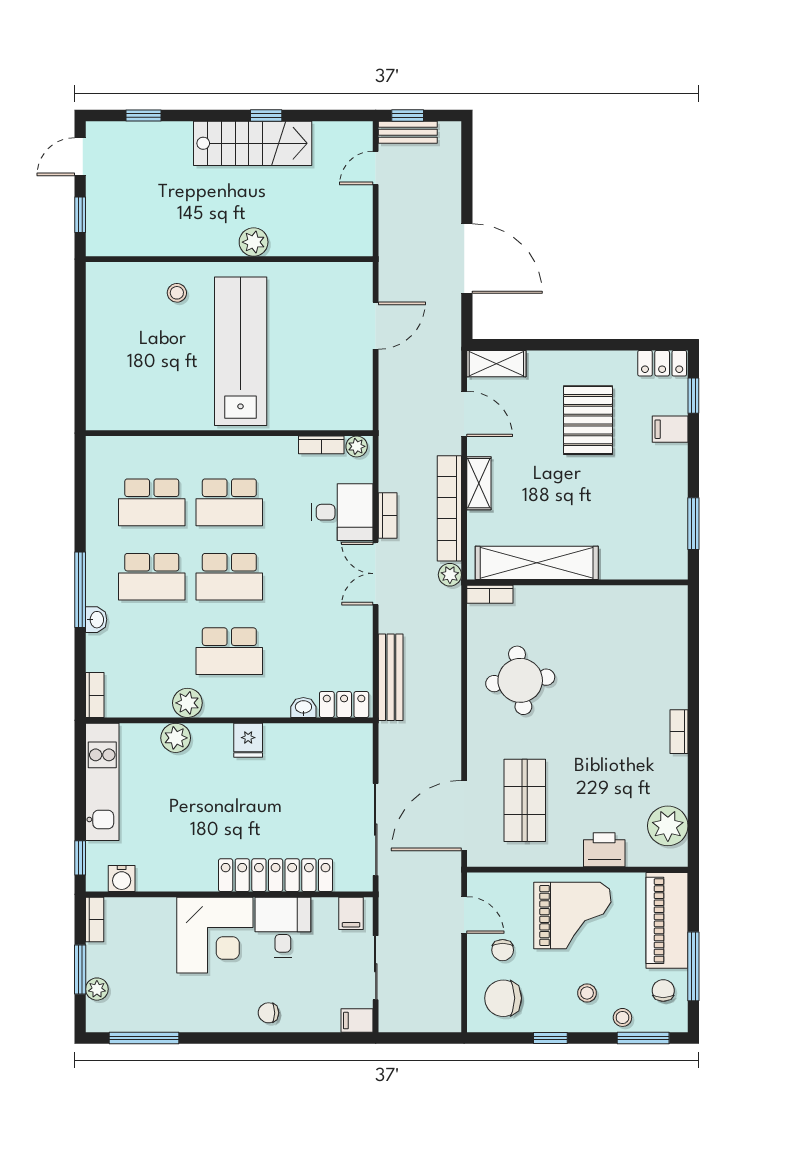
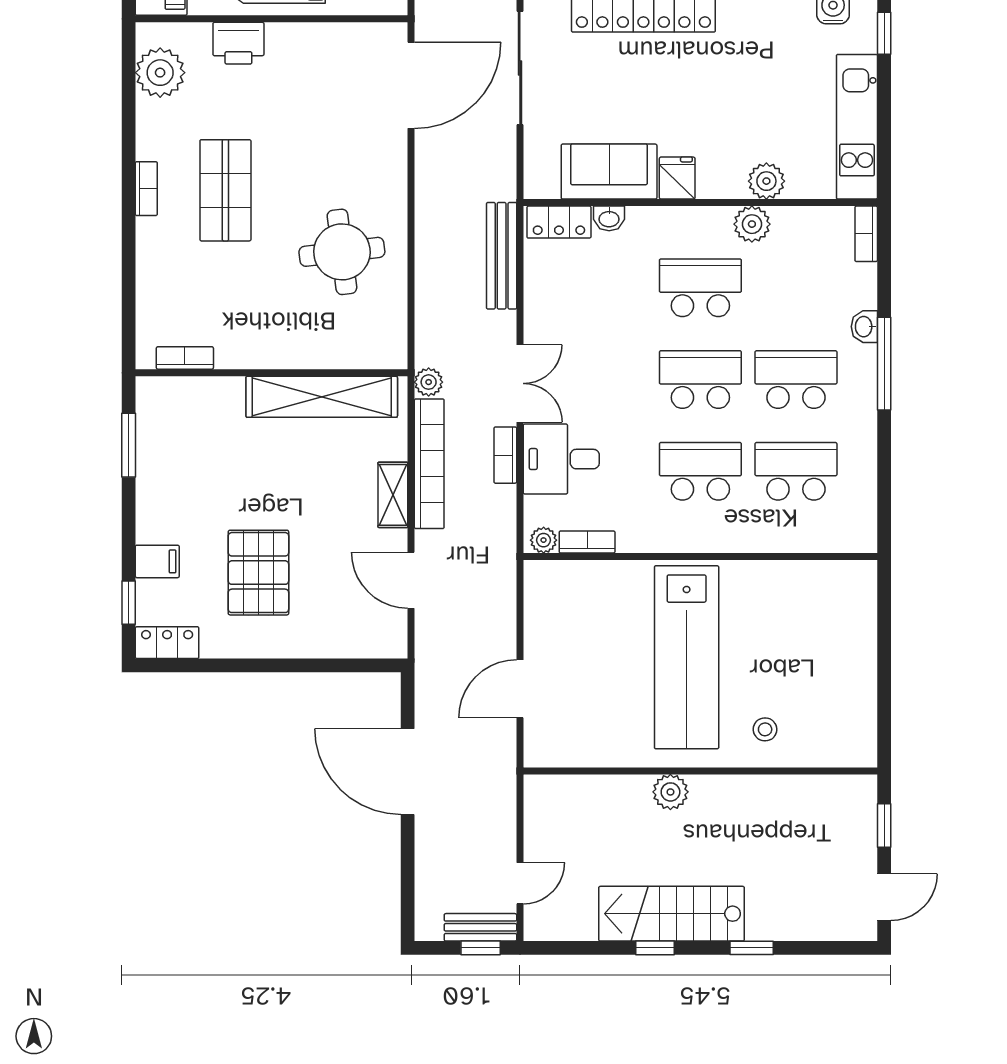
window: (143, 115) -> (752, 948), moved
shelving: (496, 364) -> (371, 642), removed
bookcase: (490, 594) -> (185, 358), moved
sofa: (303, 746) -> (609, 172), added
shop shelf: (525, 800) -> (225, 190), moved

